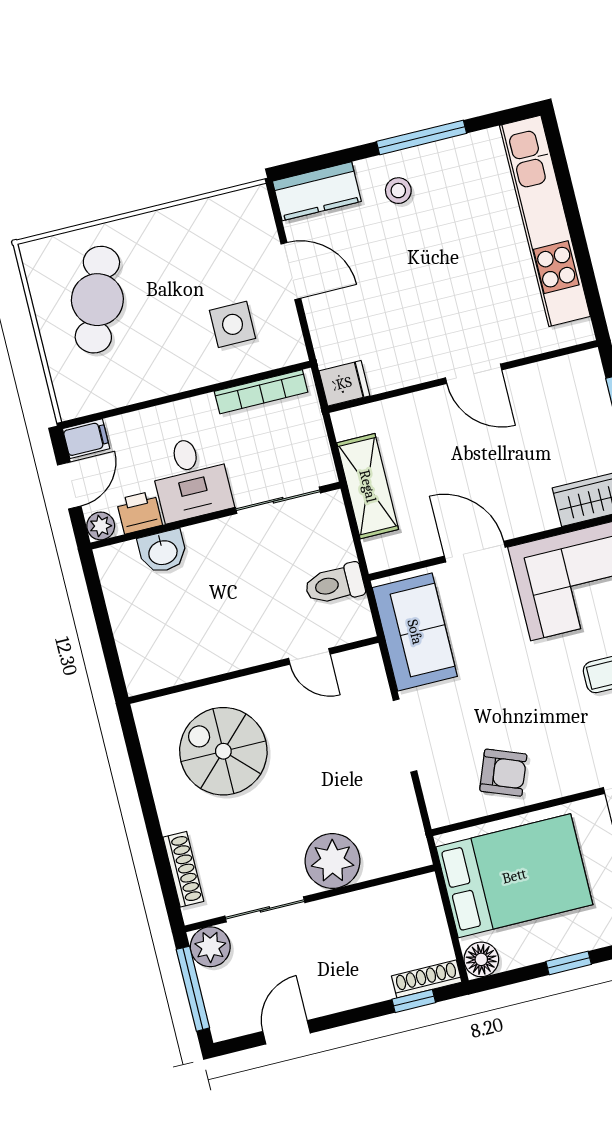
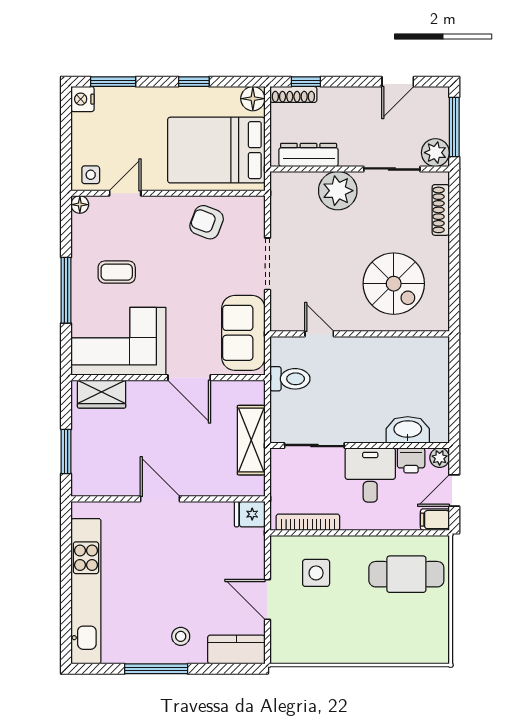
cafe table: (97, 300) -> (406, 574), moved, turned 70
washbasin: (163, 552) -> (408, 430), width x1.38
dresser: (385, 900) -> (309, 155), added

